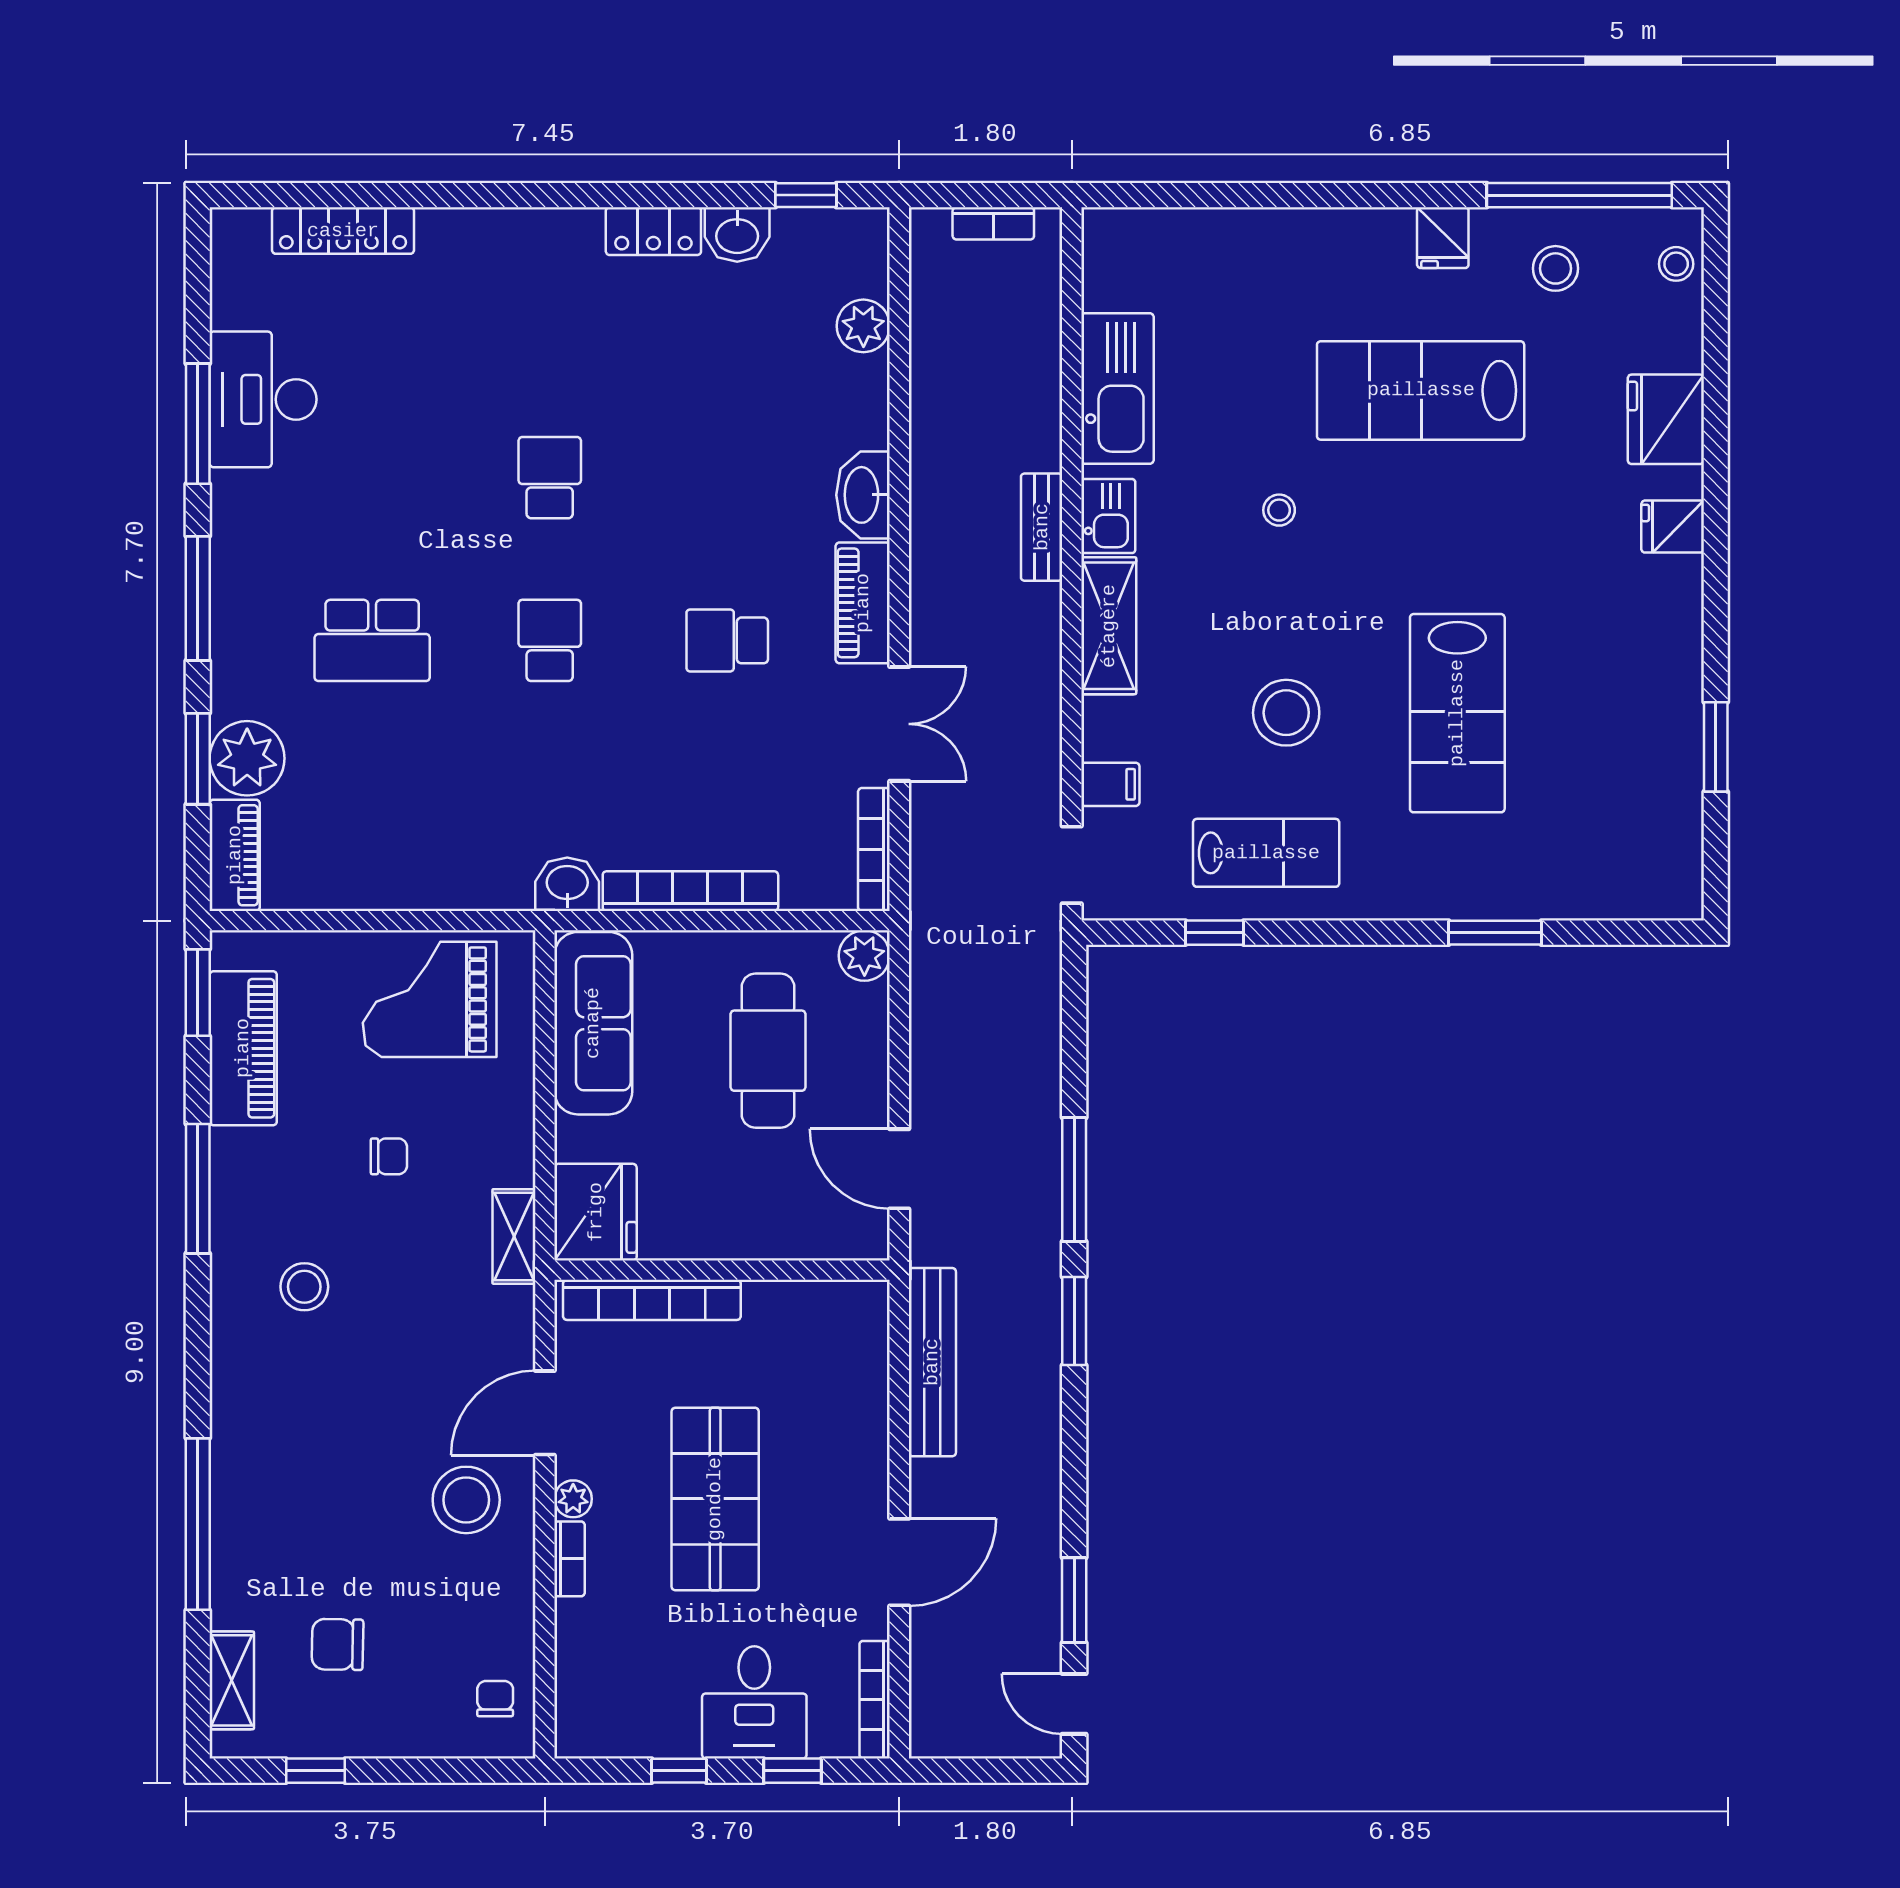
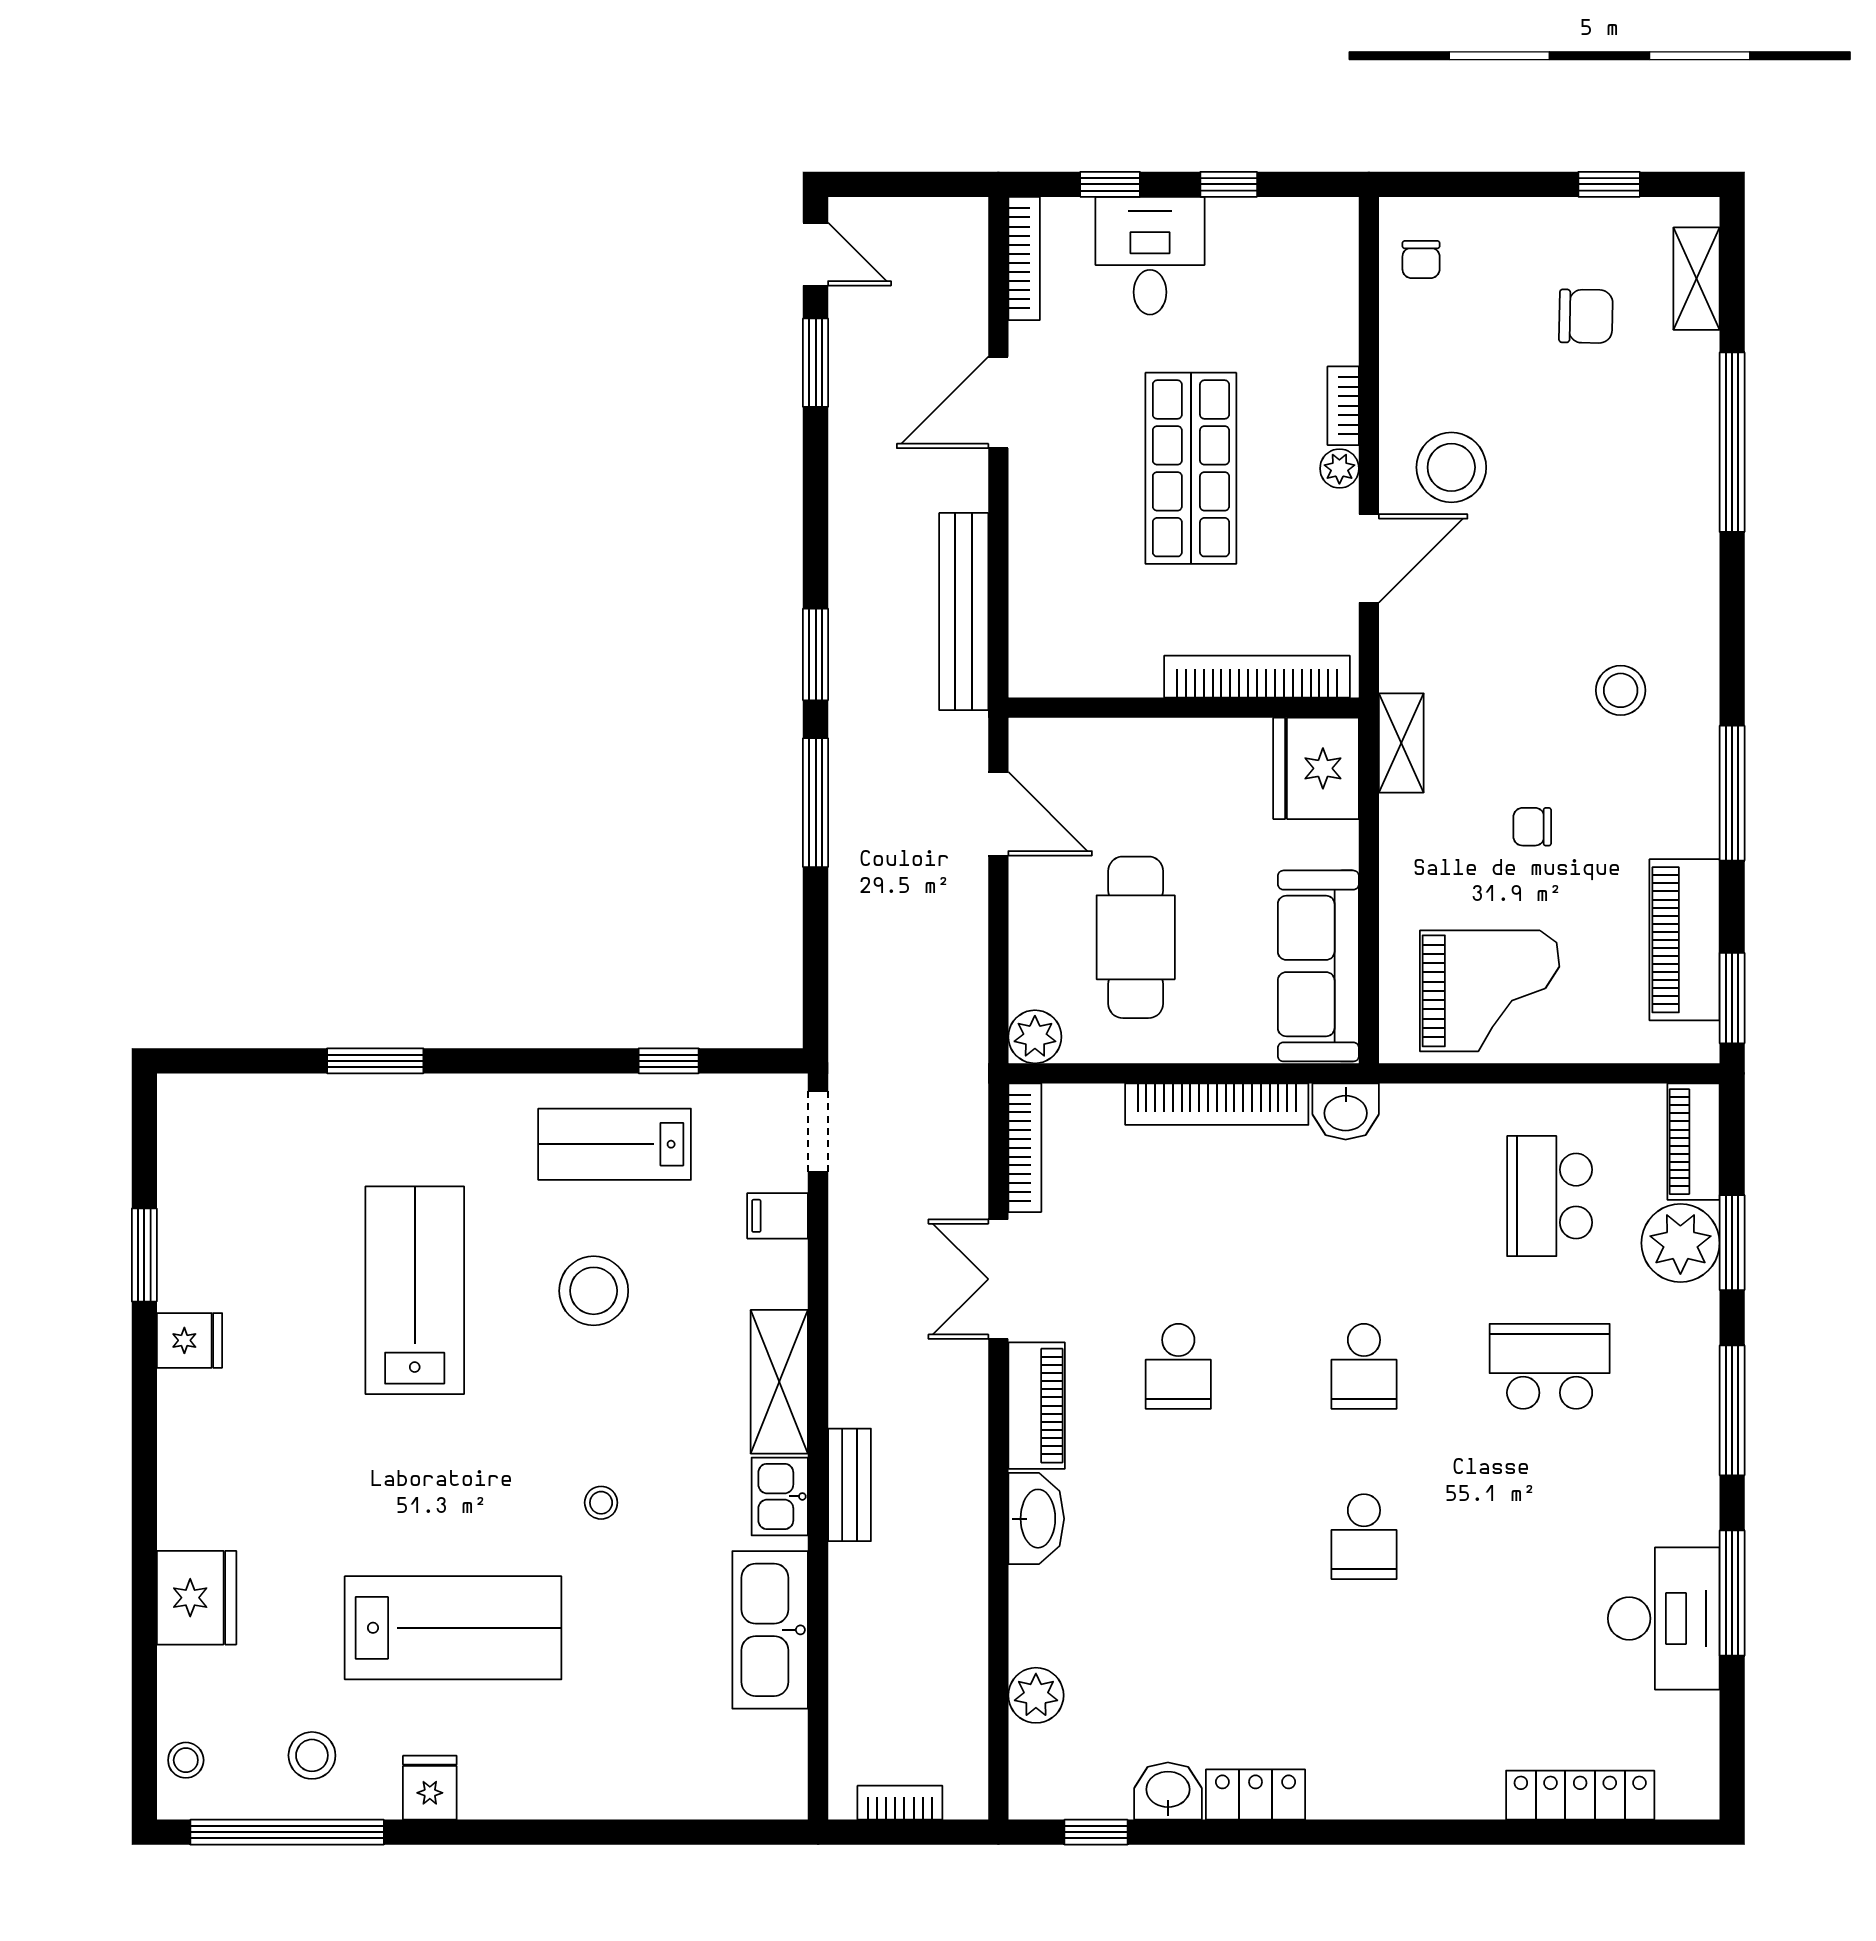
fridge: (1673, 527) -> (190, 1340), moved
school desk: (727, 640) -> (1178, 1366), turned 90
school desk: (372, 803) -> (1550, 1196), added

